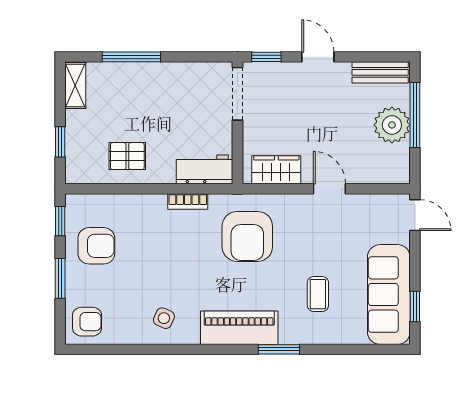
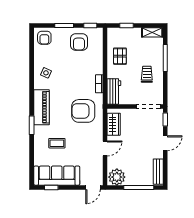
trolley: (167, 97) -> (147, 74), added
plant: (392, 125) -> (117, 177), moved

